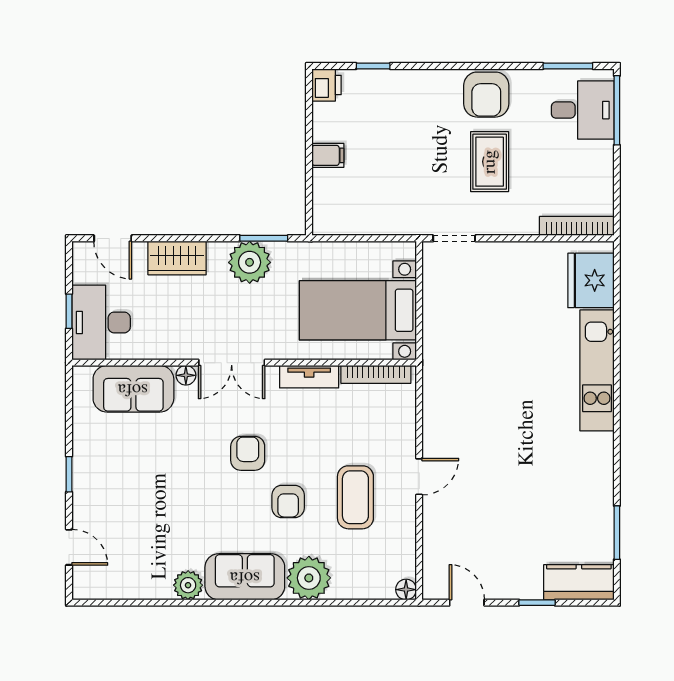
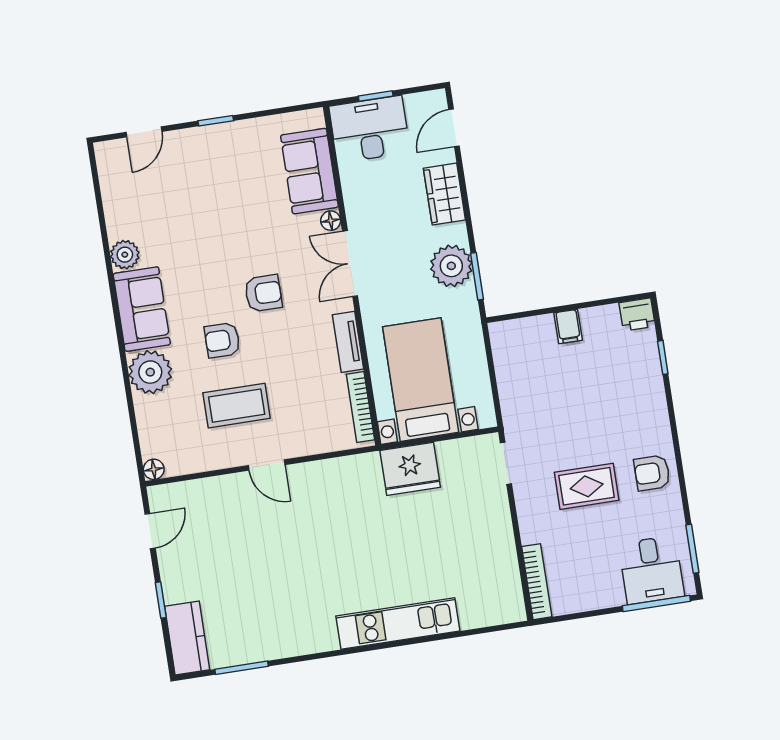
armchair: (486, 95) -> (652, 473), width x0.72, depth x0.72
fridge: (591, 280) -> (410, 469), moved, turned 180

